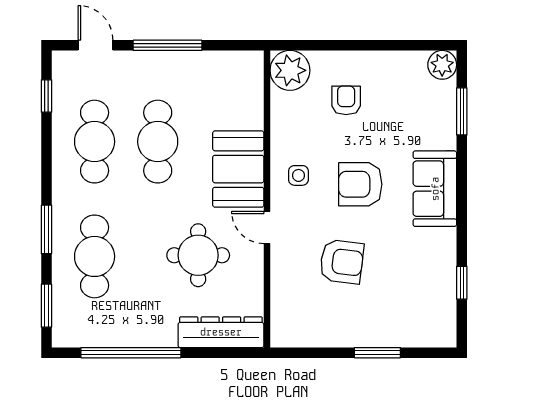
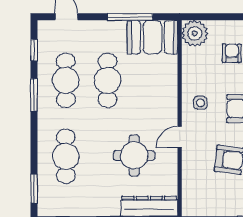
window: (168, 45) -> (130, 17), moved
booth: (238, 169) -> (152, 37), moved, turned 90
door: (267, 227) -> (180, 137), hinge flipped
window: (46, 229) -> (34, 95), moved

